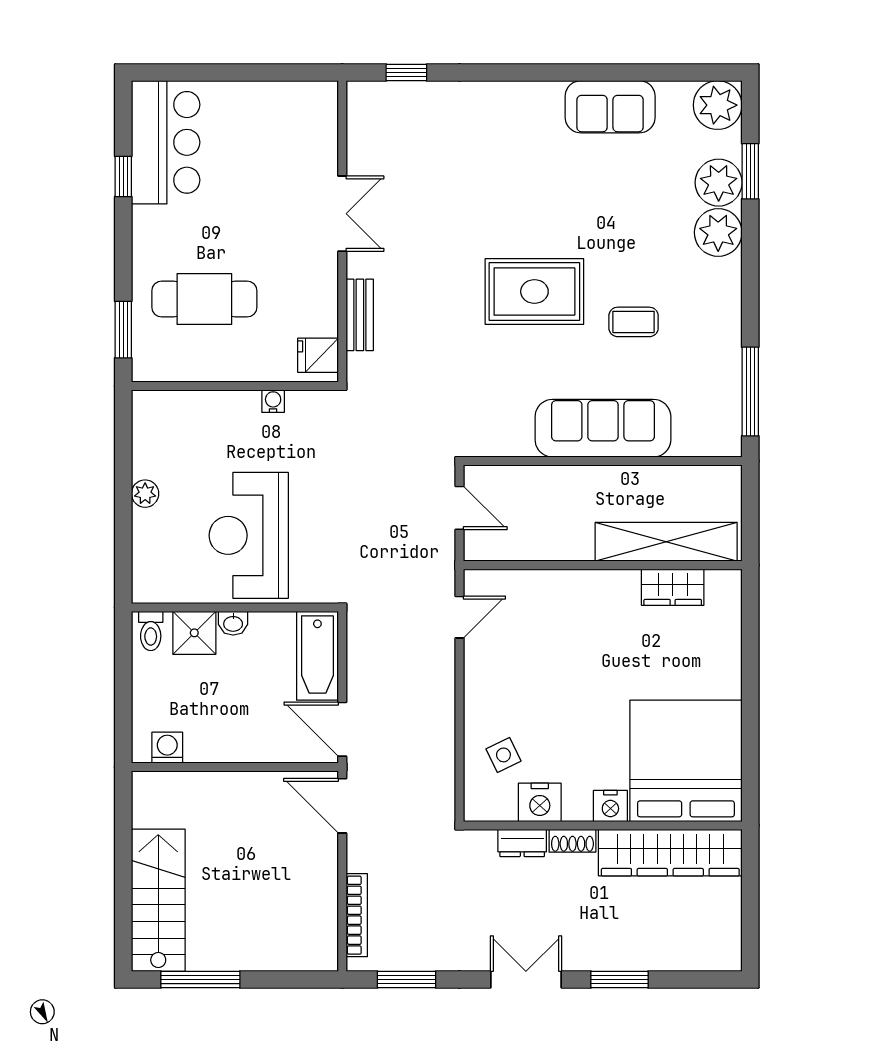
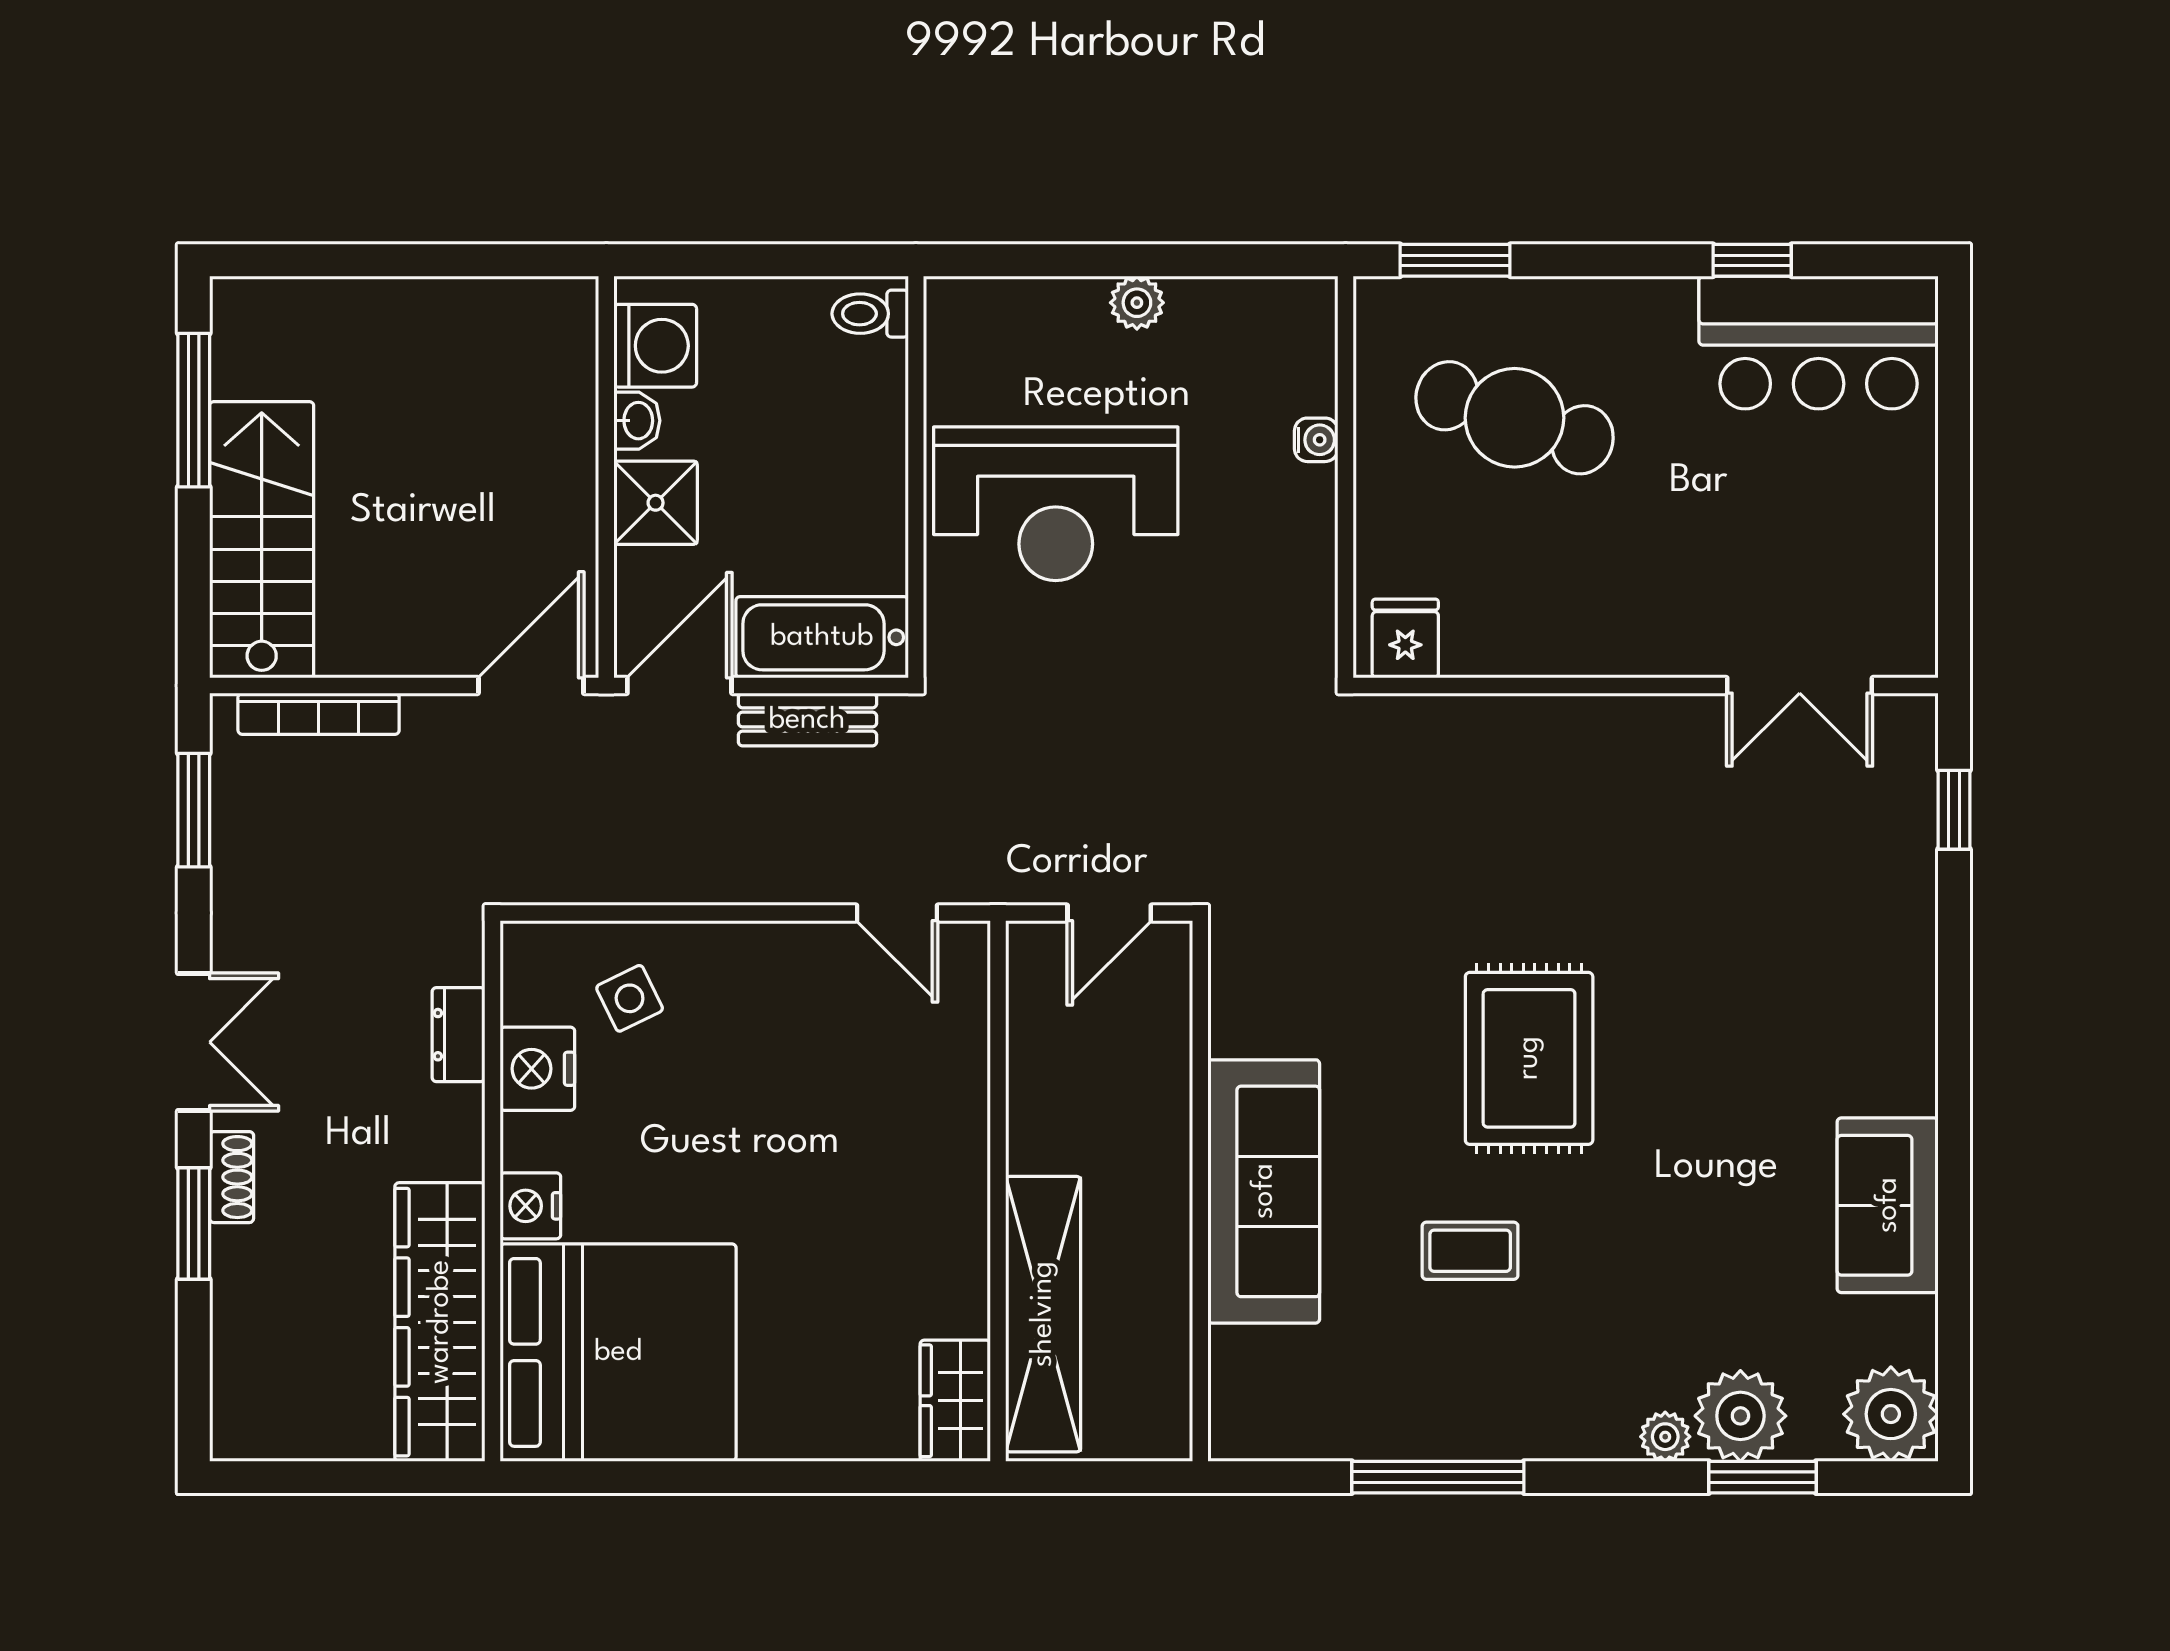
double door: (342, 214) -> (1800, 686), moved
plant: (718, 232) -> (1665, 1437), width x0.53, depth x0.53
cafe table: (204, 299) -> (1515, 418), turned -72
bench: (360, 315) -> (807, 720), moved
coffee table: (634, 322) -> (1470, 1251), turned 90
window: (750, 392) -> (1438, 1477), moved
water cooler: (273, 401) -> (1316, 440), moved
reception desk: (249, 535) -> (1056, 504), turned 180
wardrobe: (673, 587) -> (955, 1401), moved
washbasin: (233, 623) -> (637, 421), moved, turned 180
shower: (194, 633) -> (656, 503), moved
washing machine: (167, 748) -> (655, 346), width x1.38, depth x1.38
shoe rack: (572, 841) -> (232, 1177), moved, turned 180
stairs: (158, 900) -> (262, 540), moved, turned -90

